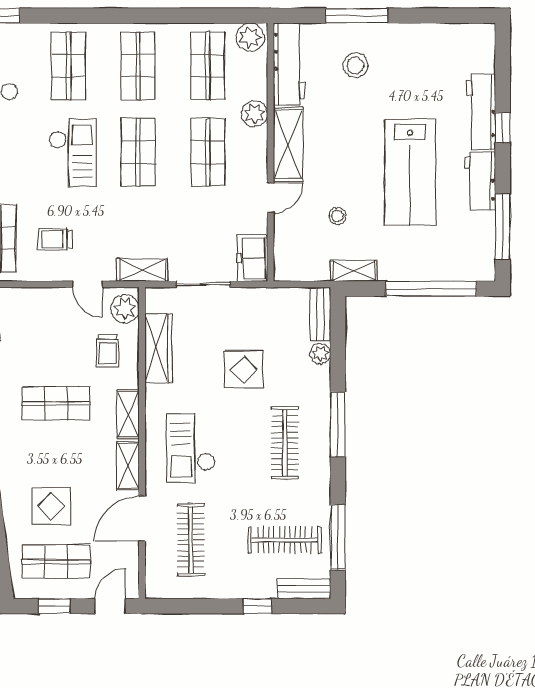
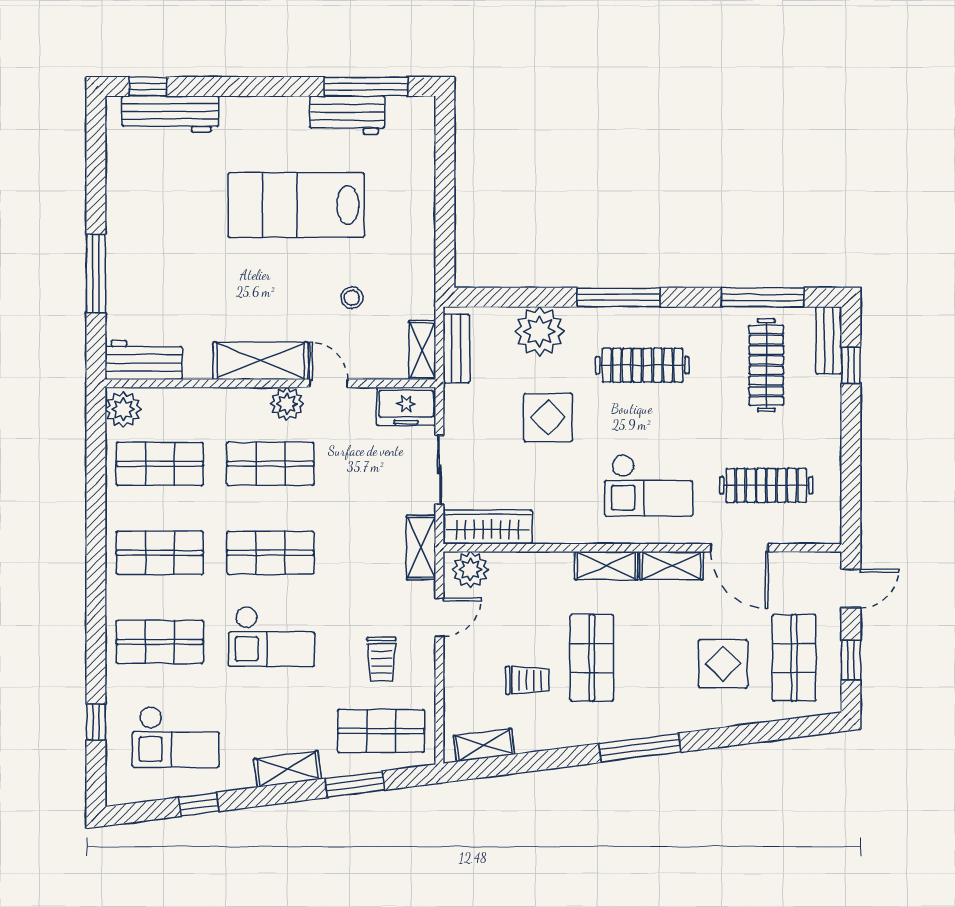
workbench: (289, 64) -> (144, 360), width x0.73
stool: (355, 65) -> (159, 275), removed
workbench: (481, 112) -> (170, 114), moved
plant: (255, 114) -> (287, 404), moved
window: (503, 127) -> (148, 87), moved
checkout: (73, 153) -> (271, 637), turned 180
lab bench: (410, 172) -> (296, 205), turned 180
workbench: (480, 181) -> (347, 115), moved
shelving: (354, 271) -> (422, 350), moved
window: (431, 289) -> (445, 178), removed
bench: (320, 314) -> (456, 349), moved, turned 90
wardrobe: (158, 348) -> (487, 527), moved
trolley: (107, 351) -> (527, 680), moved
plant: (320, 354) -> (540, 331), width x1.87, depth x1.87
door: (110, 606) -> (851, 589), swing flipped
window: (257, 606) -> (851, 365), moved

